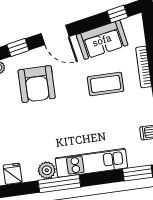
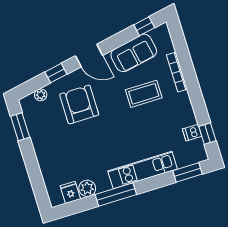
armchair: (37, 84) -> (79, 105), turned 180
plant: (47, 170) -> (87, 188), moved

